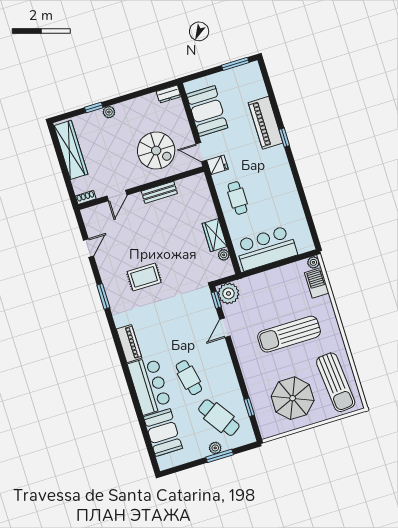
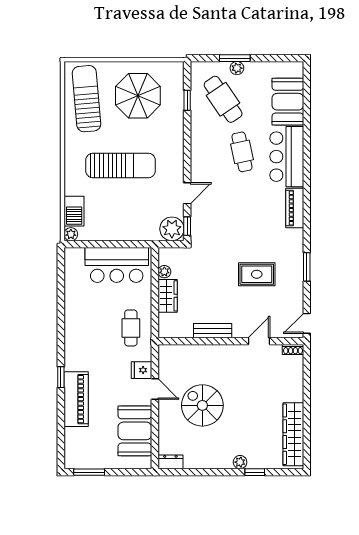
wall: (141, 188) -> (231, 341), moved
bench: (159, 192) -> (213, 331), moved
door: (117, 196) -> (259, 341), moved
shoe rack: (86, 197) -> (293, 349), moved

